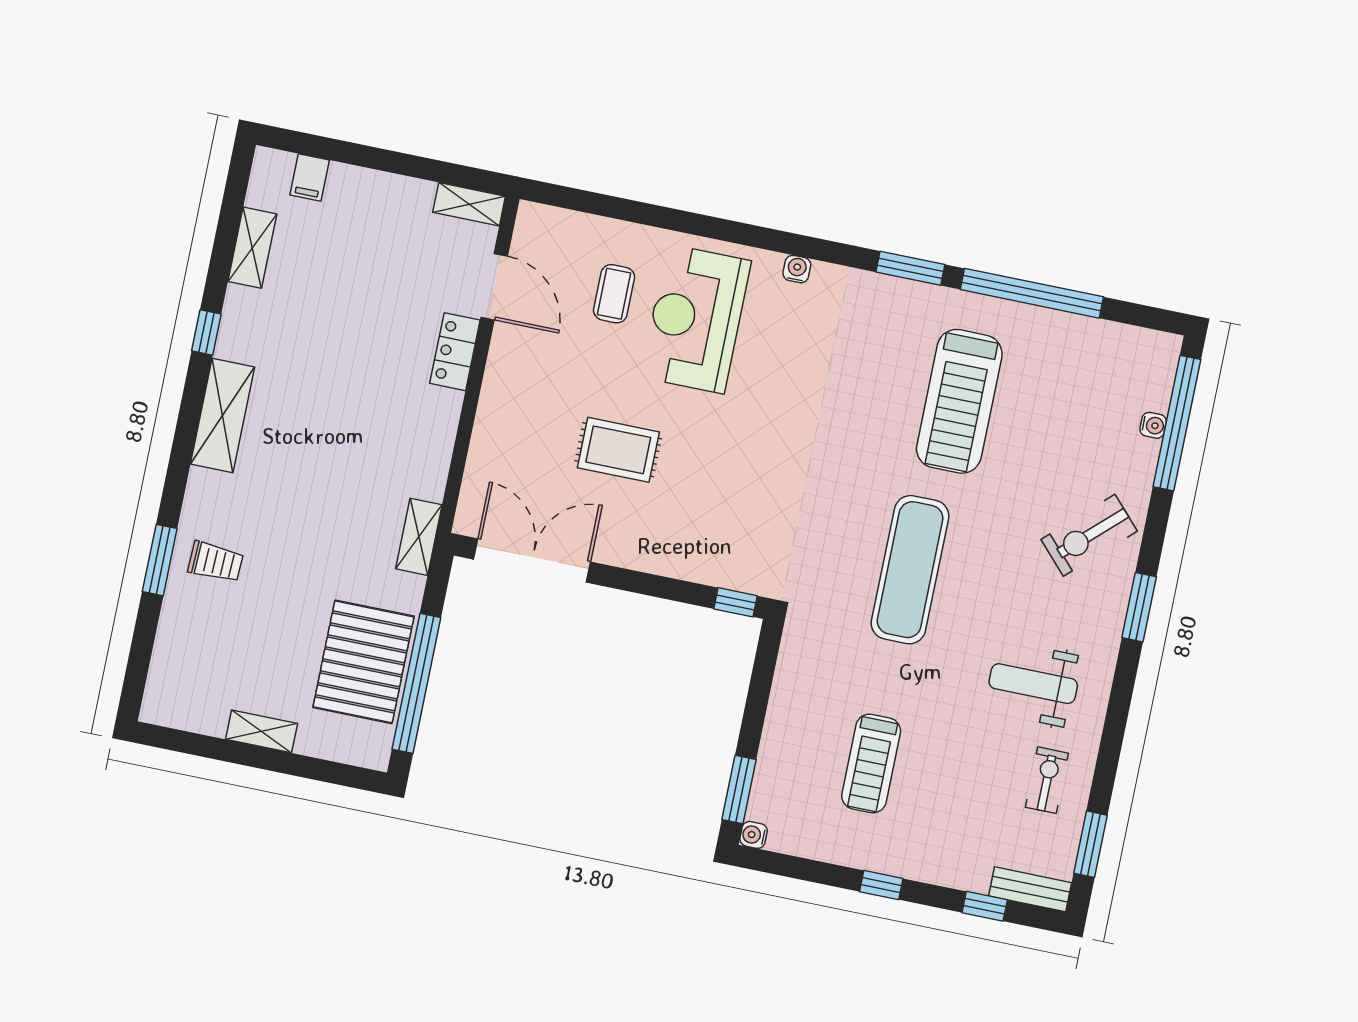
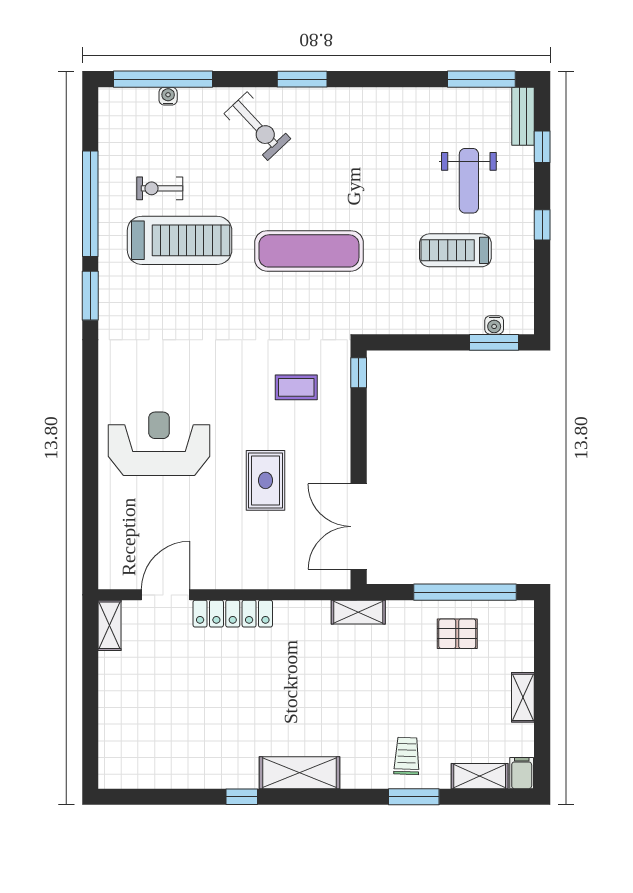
filing cabinet: (310, 178) -> (522, 773), moved, turned -90
shelving: (252, 248) -> (480, 776), moved
water cooler: (797, 269) -> (108, 378), removed
coffee table: (614, 294) -> (296, 387), moved
reception desk: (696, 319) -> (159, 444), turned 180
locker: (455, 352) -> (233, 614), width x1.53
pallet: (363, 662) -> (457, 634), width x0.49, depth x0.50
weight bench: (1033, 684) -> (469, 181), moved
treadmill: (871, 763) -> (455, 250), turned 180
exercise bike: (1047, 780) -> (160, 188), moved
water cooler: (754, 835) -> (494, 325), moved
window: (1090, 844) -> (481, 79), width x1.44

